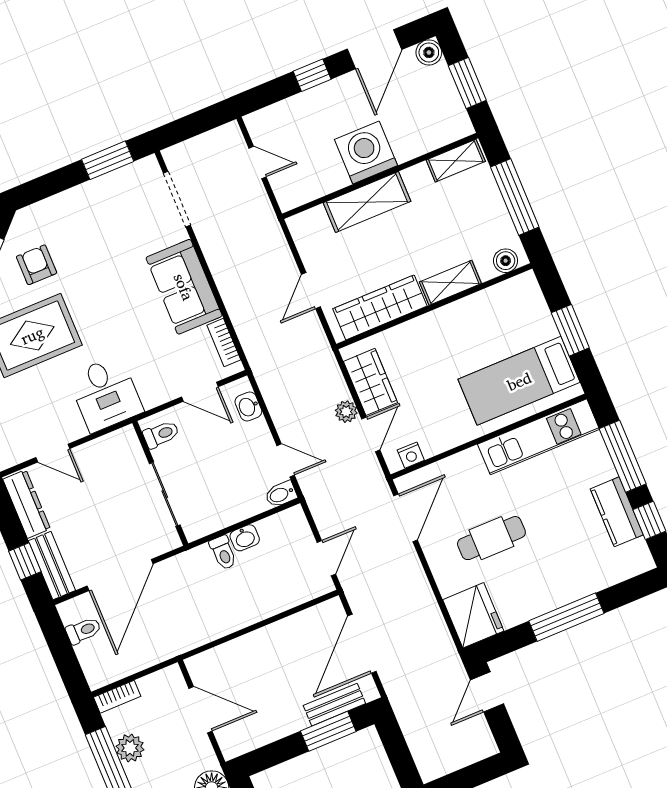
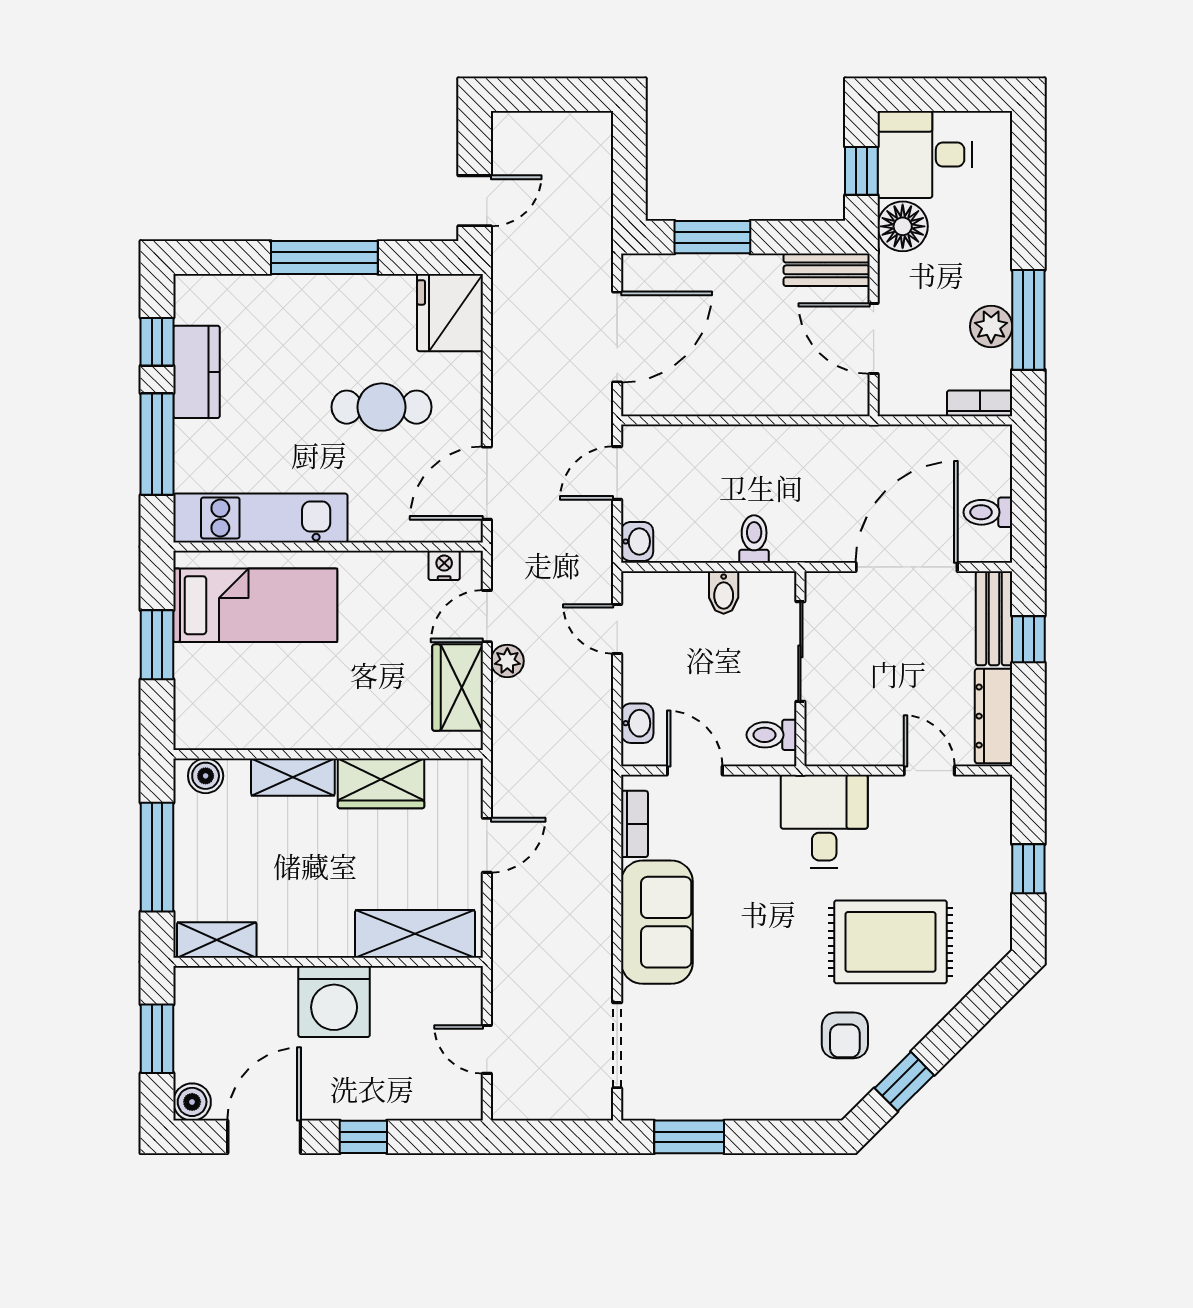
shelving: (367, 202) -> (415, 934), moved
wardrobe: (380, 307) -> (381, 783), width x0.67
bidet: (281, 494) -> (724, 592), moved, turned 90
washbasin: (245, 538) -> (637, 541), moved, turned 90
bench: (334, 705) -> (827, 270), moved

